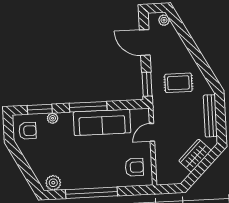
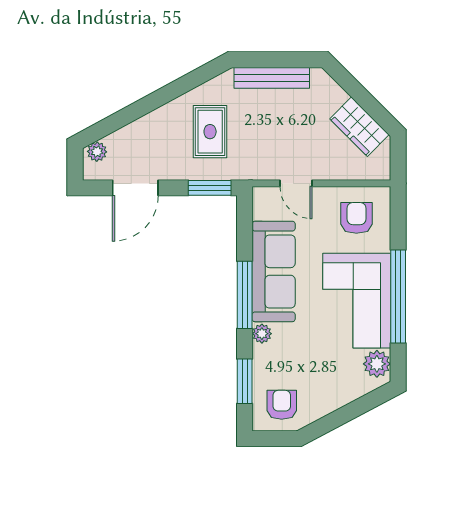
plant: (53, 118) -> (262, 334), moved
wardrobe: (195, 156) -> (359, 127), moved
corner sofa: (88, 170) -> (357, 301), added

